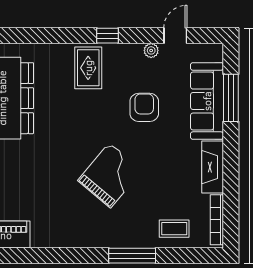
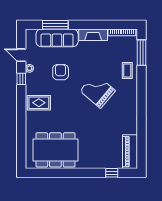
window: (107, 36) -> (21, 79), moved
armchair: (144, 107) -> (61, 72), turned 90
coffee table: (174, 229) -> (127, 70), moved
window: (132, 256) -> (141, 53), moved

